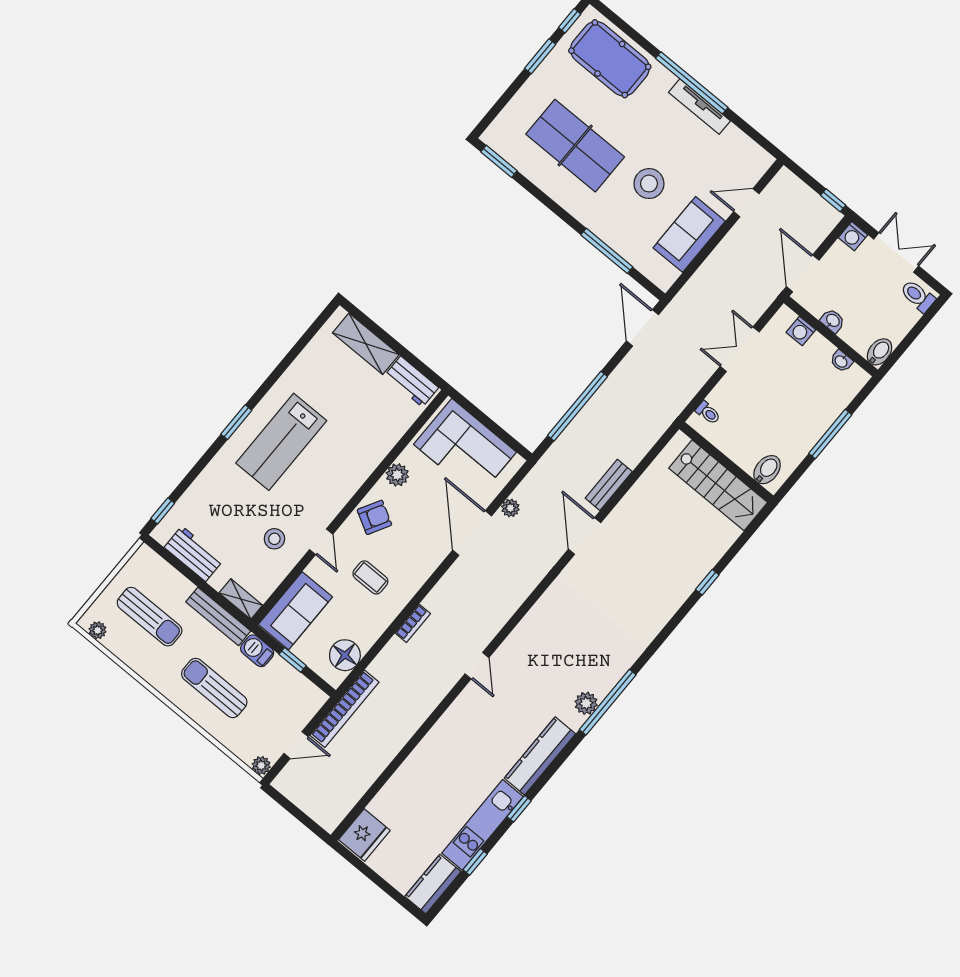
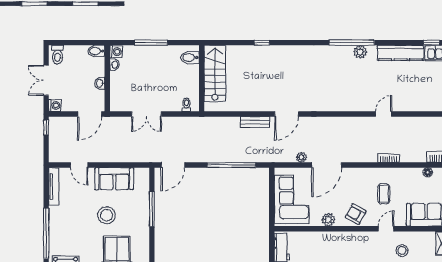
tv unit: (699, 107) -> (54, 187), moved
washing machine: (801, 331) -> (116, 52), moved
floor lamp: (345, 655) -> (428, 172), width x0.53, depth x0.53

